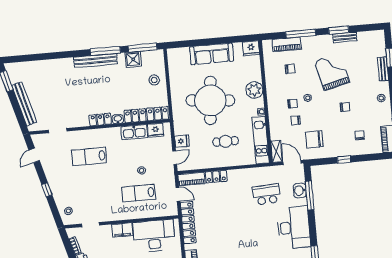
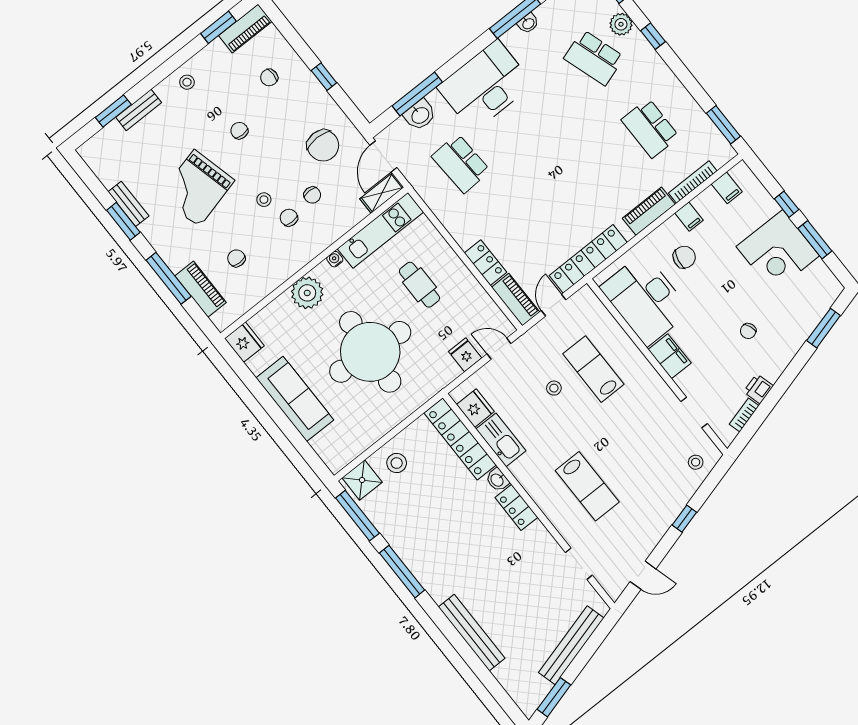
shower: (133, 59) -> (362, 480), moved
bench: (95, 61) -> (472, 633), moved
lab bench: (139, 193) -> (593, 369), turned 180

